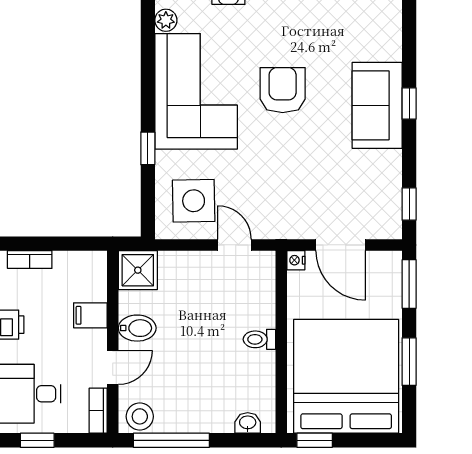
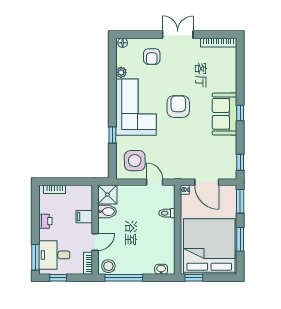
bidet: (137, 328) -> (107, 212), moved
toilet: (259, 339) -> (167, 213), moved

